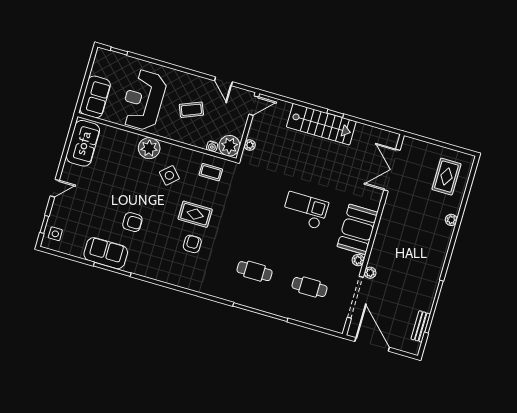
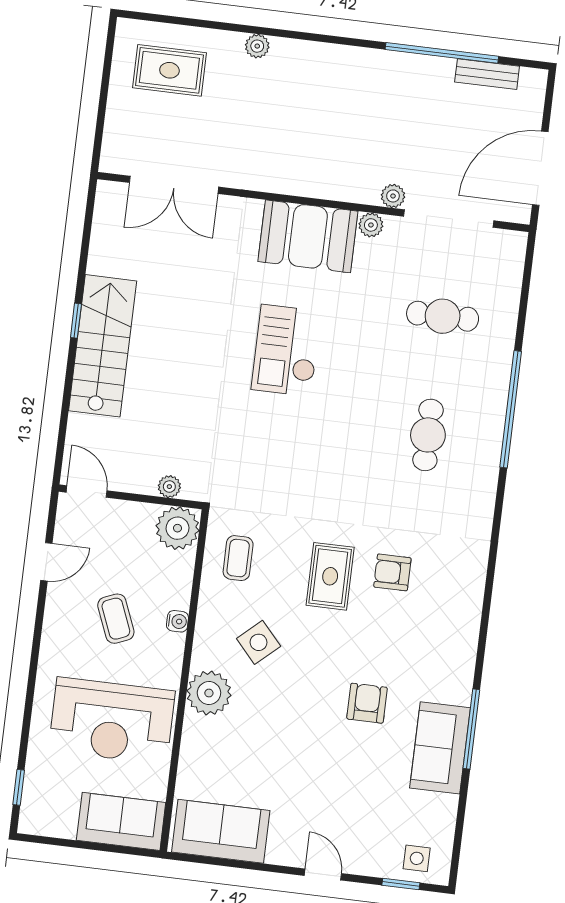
water cooler: (212, 146) -> (177, 621), moved
cafe table: (310, 287) -> (443, 316), turned 90

